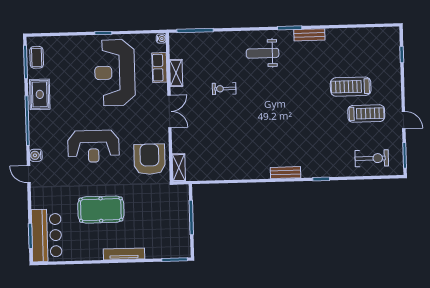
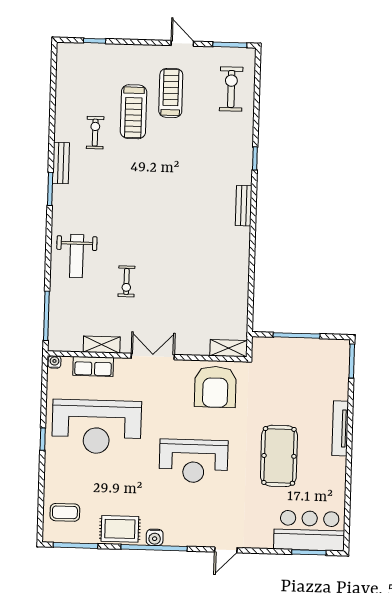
weight bench: (263, 53) -> (77, 256), moved
coffee table: (37, 57) -> (65, 512), moved
exercise bike: (333, 59) -> (95, 133), added
door: (404, 120) -> (182, 43), hinge flipped
reception desk: (93, 146) -> (194, 461), turned 90
water cooler: (36, 155) -> (155, 537), moved
armchair: (149, 159) -> (215, 387), turned -90

